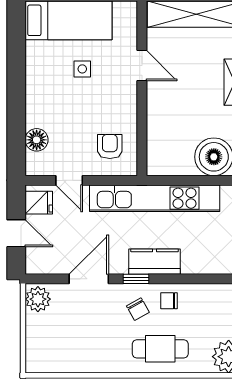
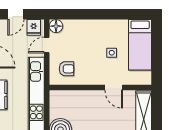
door: (142, 65) -> (114, 88), hinge flipped
floor lamp: (37, 140) -> (56, 26), moved

